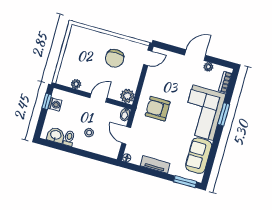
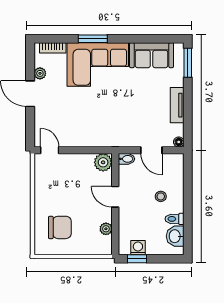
chair: (115, 58) -> (60, 227), moved
armchair: (158, 109) -> (108, 121), removed
door: (126, 135) -> (151, 150), hinge flipped

